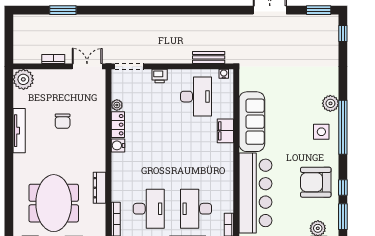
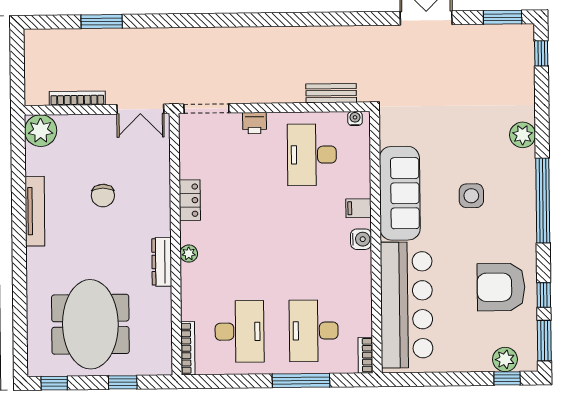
bookcase: (53, 59) -> (77, 98), width x1.56
double door: (87, 66) -> (140, 109), swing flipped
desk: (196, 97) -> (312, 155), turned 180
plant: (330, 103) -> (523, 135), moved
plant: (117, 105) -> (189, 254), moved
filing cabinet: (225, 131) -> (359, 208), width x0.50
side table: (321, 132) -> (471, 196), moved
water cooler: (118, 145) -> (361, 239), moved, turned 180
dresser: (100, 188) -> (162, 262), moved

